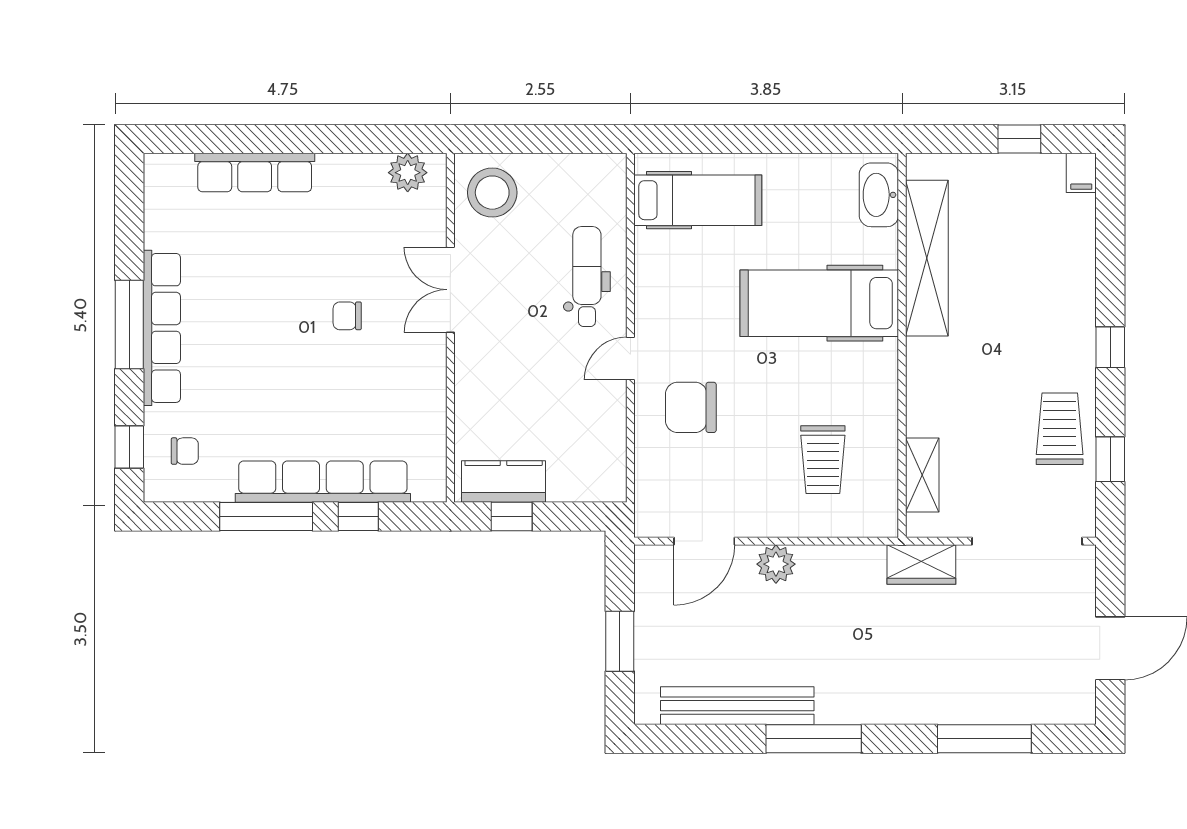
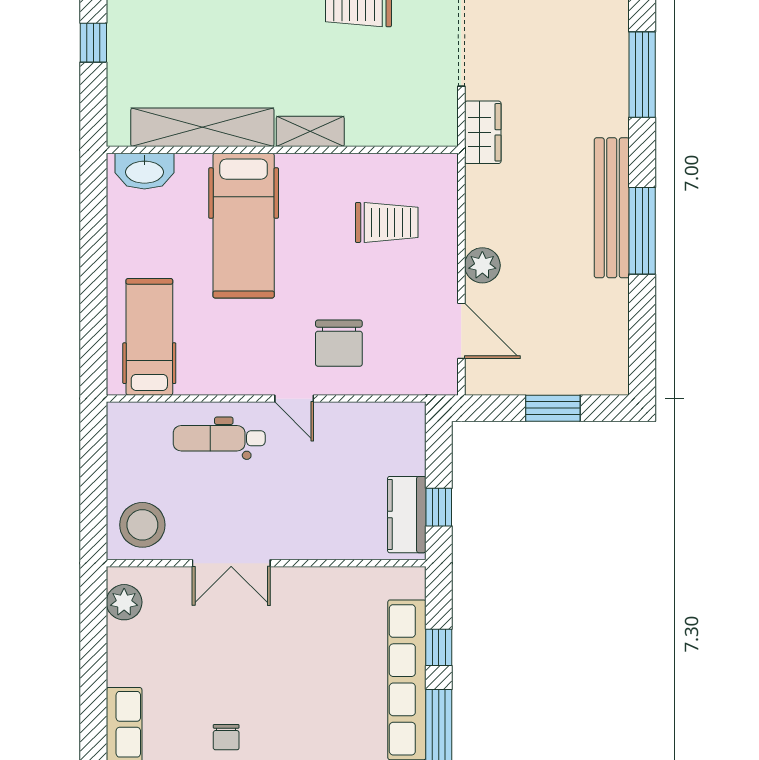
chair: (347, 316) -> (226, 737), moved
shelving: (922, 475) -> (310, 131), moved
bench: (737, 706) -> (612, 208), moved

